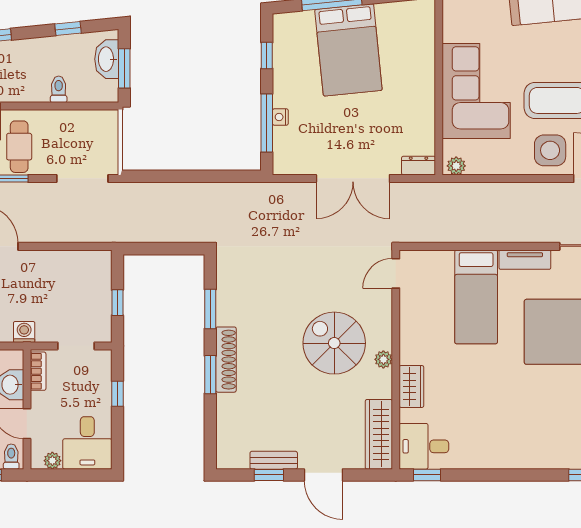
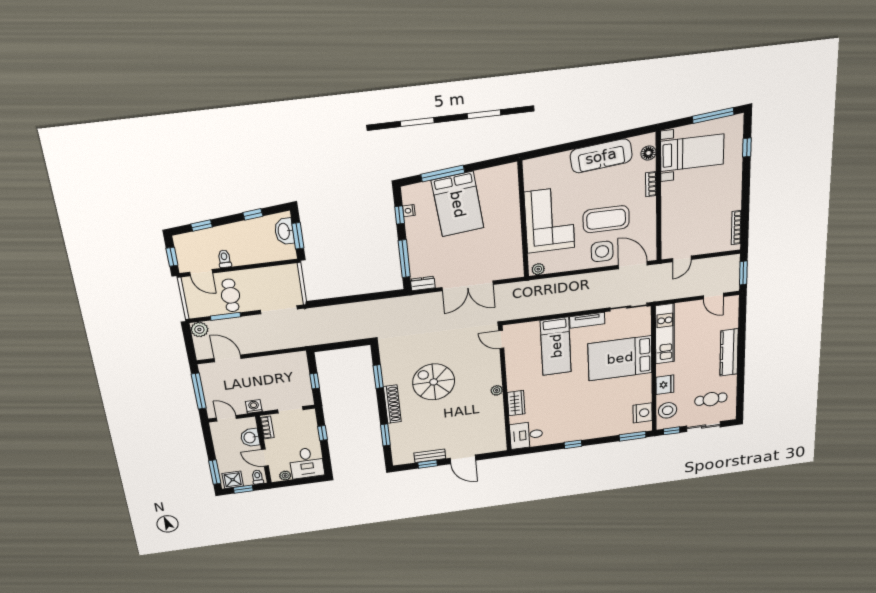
toilet: (59, 89) -> (224, 259), moved
nightstand: (280, 117) -> (409, 211), moved
dresser: (419, 166) -> (423, 283), moved
door: (396, 273) -> (501, 340), hinge flipped
spiral stairs: (334, 343) -> (434, 382), moved
window: (210, 375) -> (385, 435), moved
wardrobe: (379, 434) -> (497, 432), removed
window: (427, 475) -> (573, 444), moved

